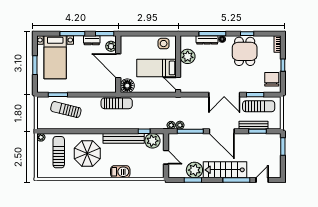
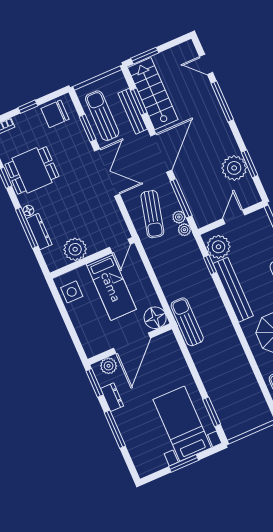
bed with nightstands: (55, 57) -> (182, 424), moved, turned -90
sun lounger: (66, 110) -> (152, 214), moved
stairs: (225, 170) -> (153, 94), moved, turned 180

